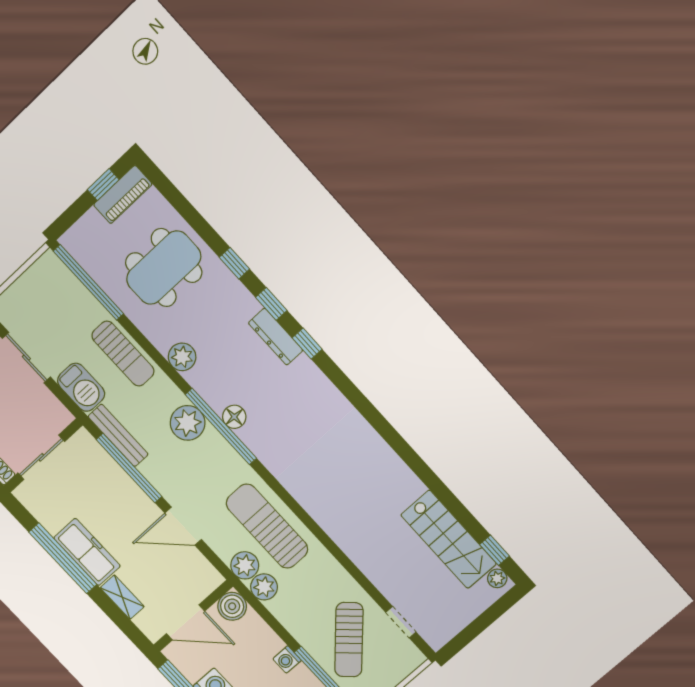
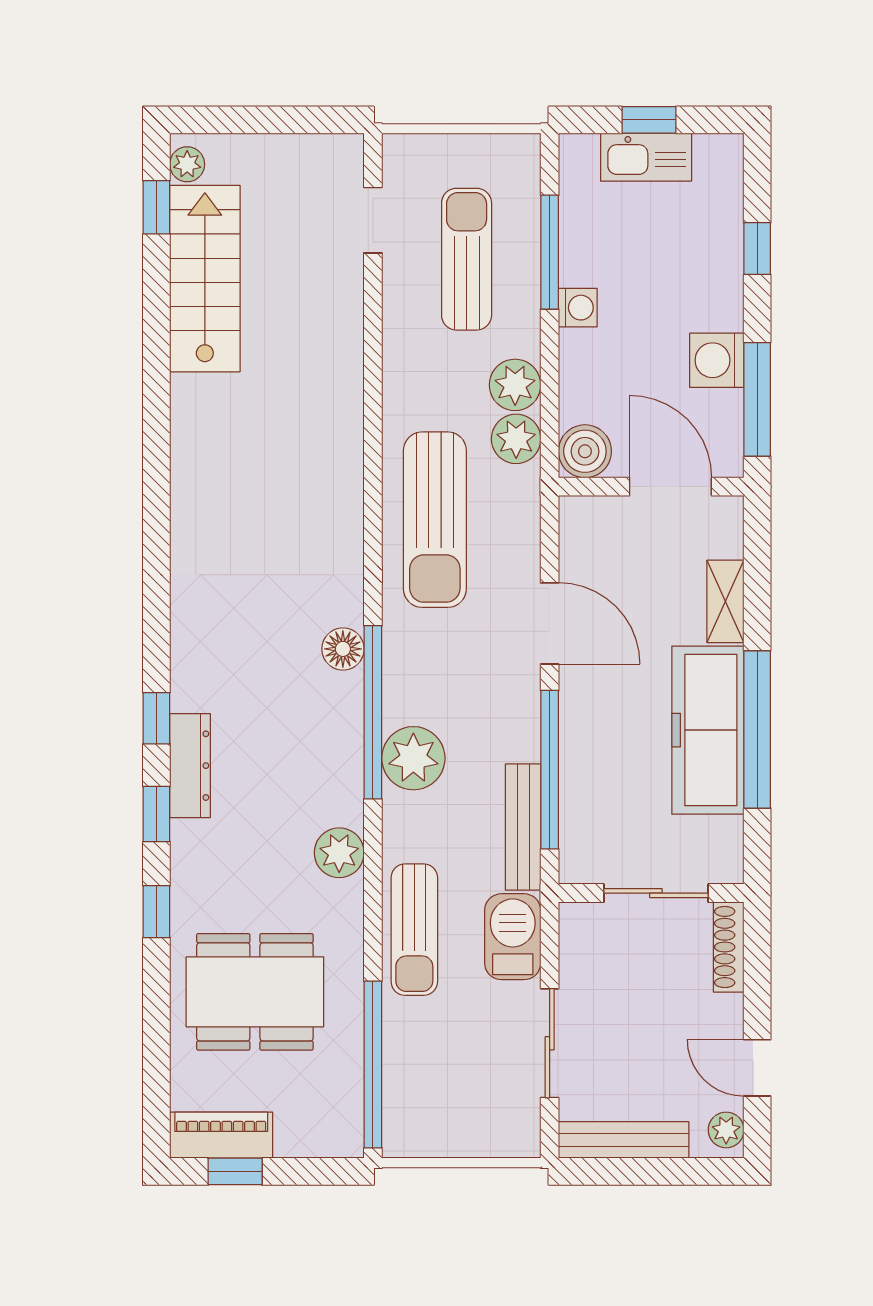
sun lounger: (123, 354) -> (414, 930), turned 180
floor lamp: (234, 417) -> (343, 649), moved
freezer: (87, 552) -> (708, 730), width x1.36, depth x1.26
plant: (245, 565) -> (515, 385), moved
sun lounger: (349, 640) -> (467, 259), turned -43

